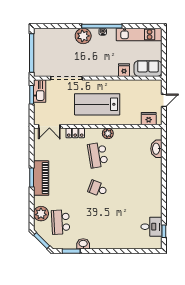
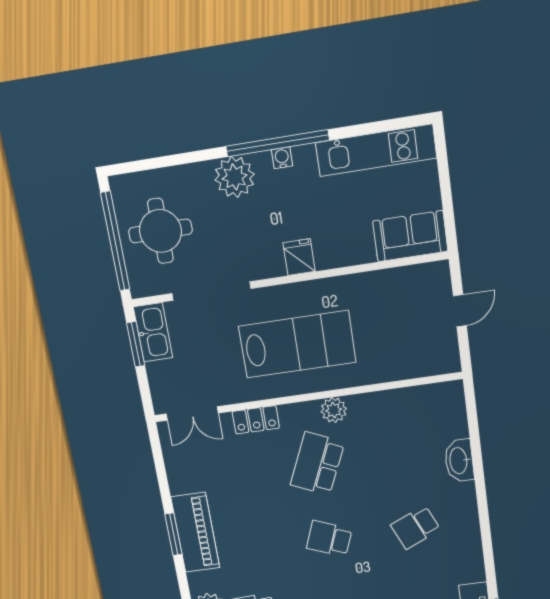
round table: (50, 52) -> (160, 231), added
fridge: (124, 70) -> (299, 257), moved
lab bench: (97, 104) -> (297, 344), turned 180
fridge: (149, 119) -> (428, 361), removed
washbasin: (156, 149) -> (459, 461), moved
school desk: (98, 155) -> (317, 464), turned 33
school desk: (135, 189) -> (416, 527), added

